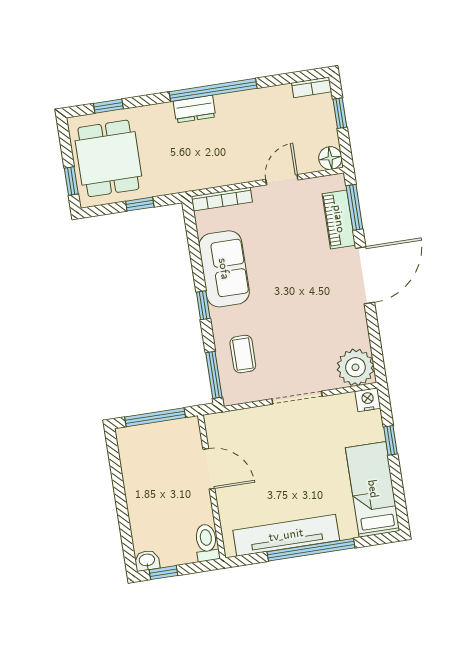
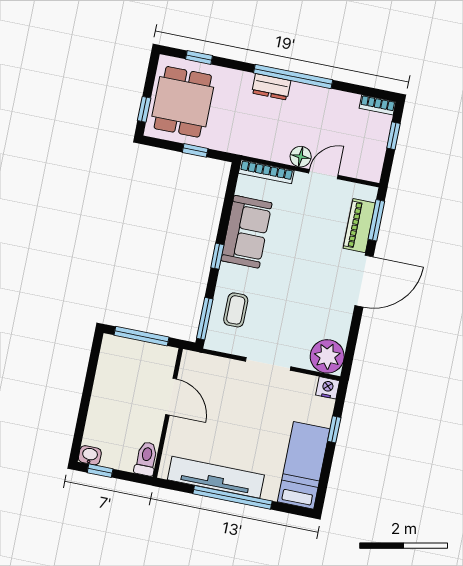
floor lamp: (330, 158) -> (301, 157), moved

